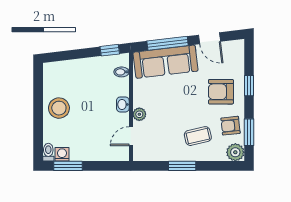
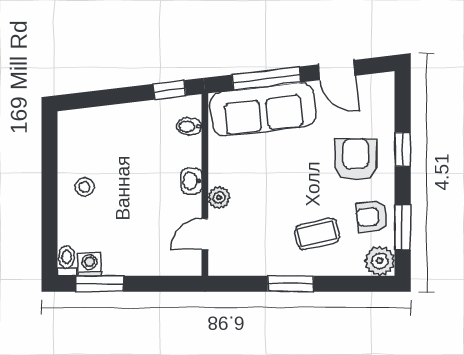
armchair: (221, 92) -> (356, 159), turned 90
stool: (59, 108) -> (84, 187), width x0.53, depth x0.53

